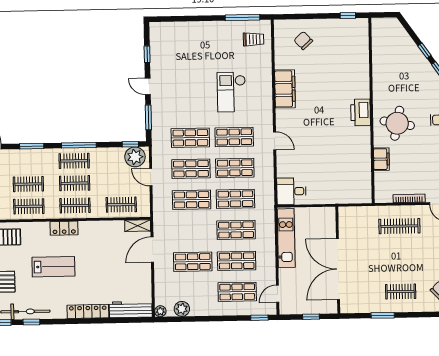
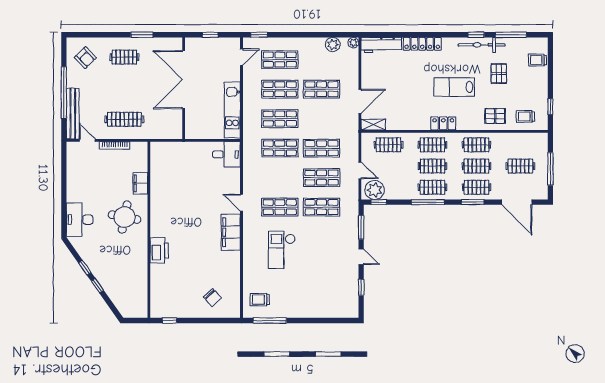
filing cabinet: (285, 89) -> (231, 232), moved
checkout: (231, 92) -> (282, 250), turned 180
printer: (361, 112) -> (159, 250), moved
clothes rail: (28, 162) -> (476, 187), added
shop shelf: (235, 168) -> (280, 178), removed
double door: (338, 269) -> (184, 80), swing flipped

